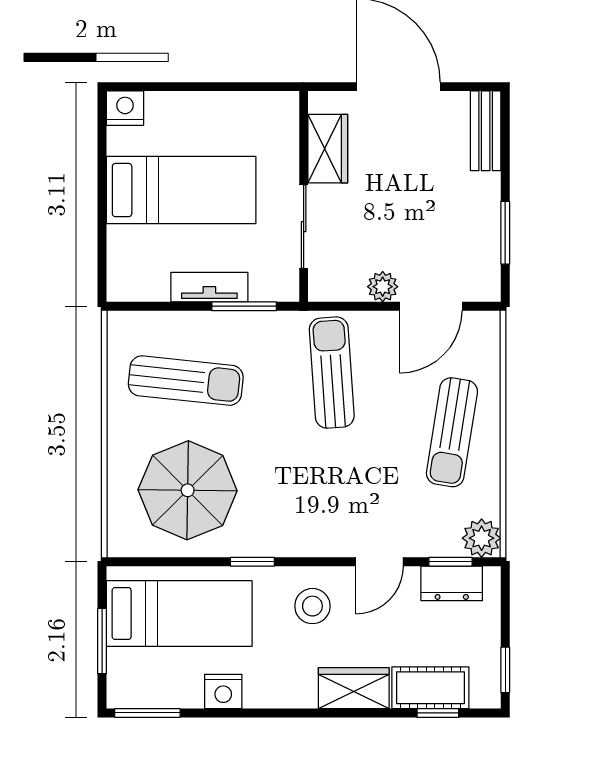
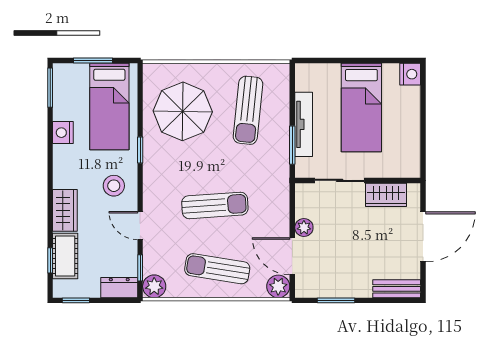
tv unit: (209, 287) -> (304, 124), width x1.41
plant: (482, 330) -> (278, 286), added
sun lounger: (332, 373) -> (215, 205), moved
dresser: (452, 583) -> (119, 288), moved, turned 90

